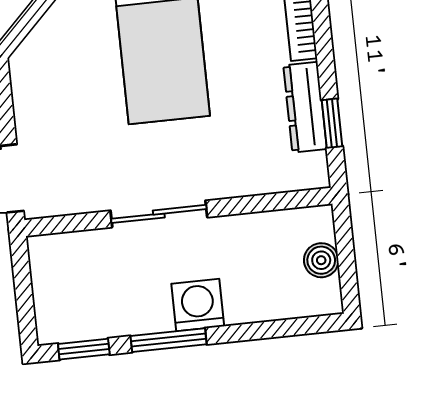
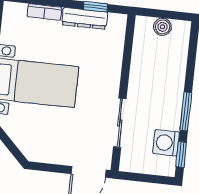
sliding door: (159, 214) -> (120, 123), moved
washing machine: (198, 305) -> (166, 143), moved

